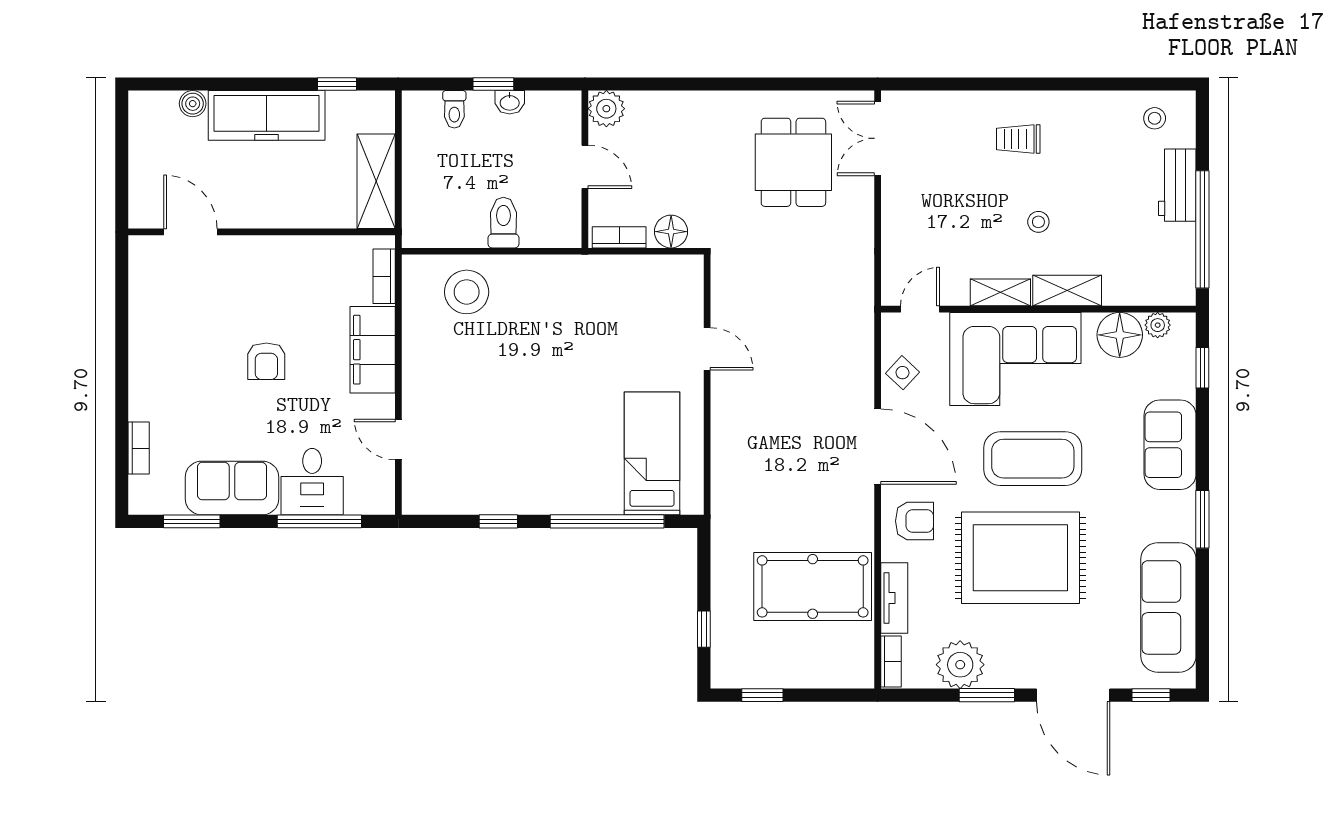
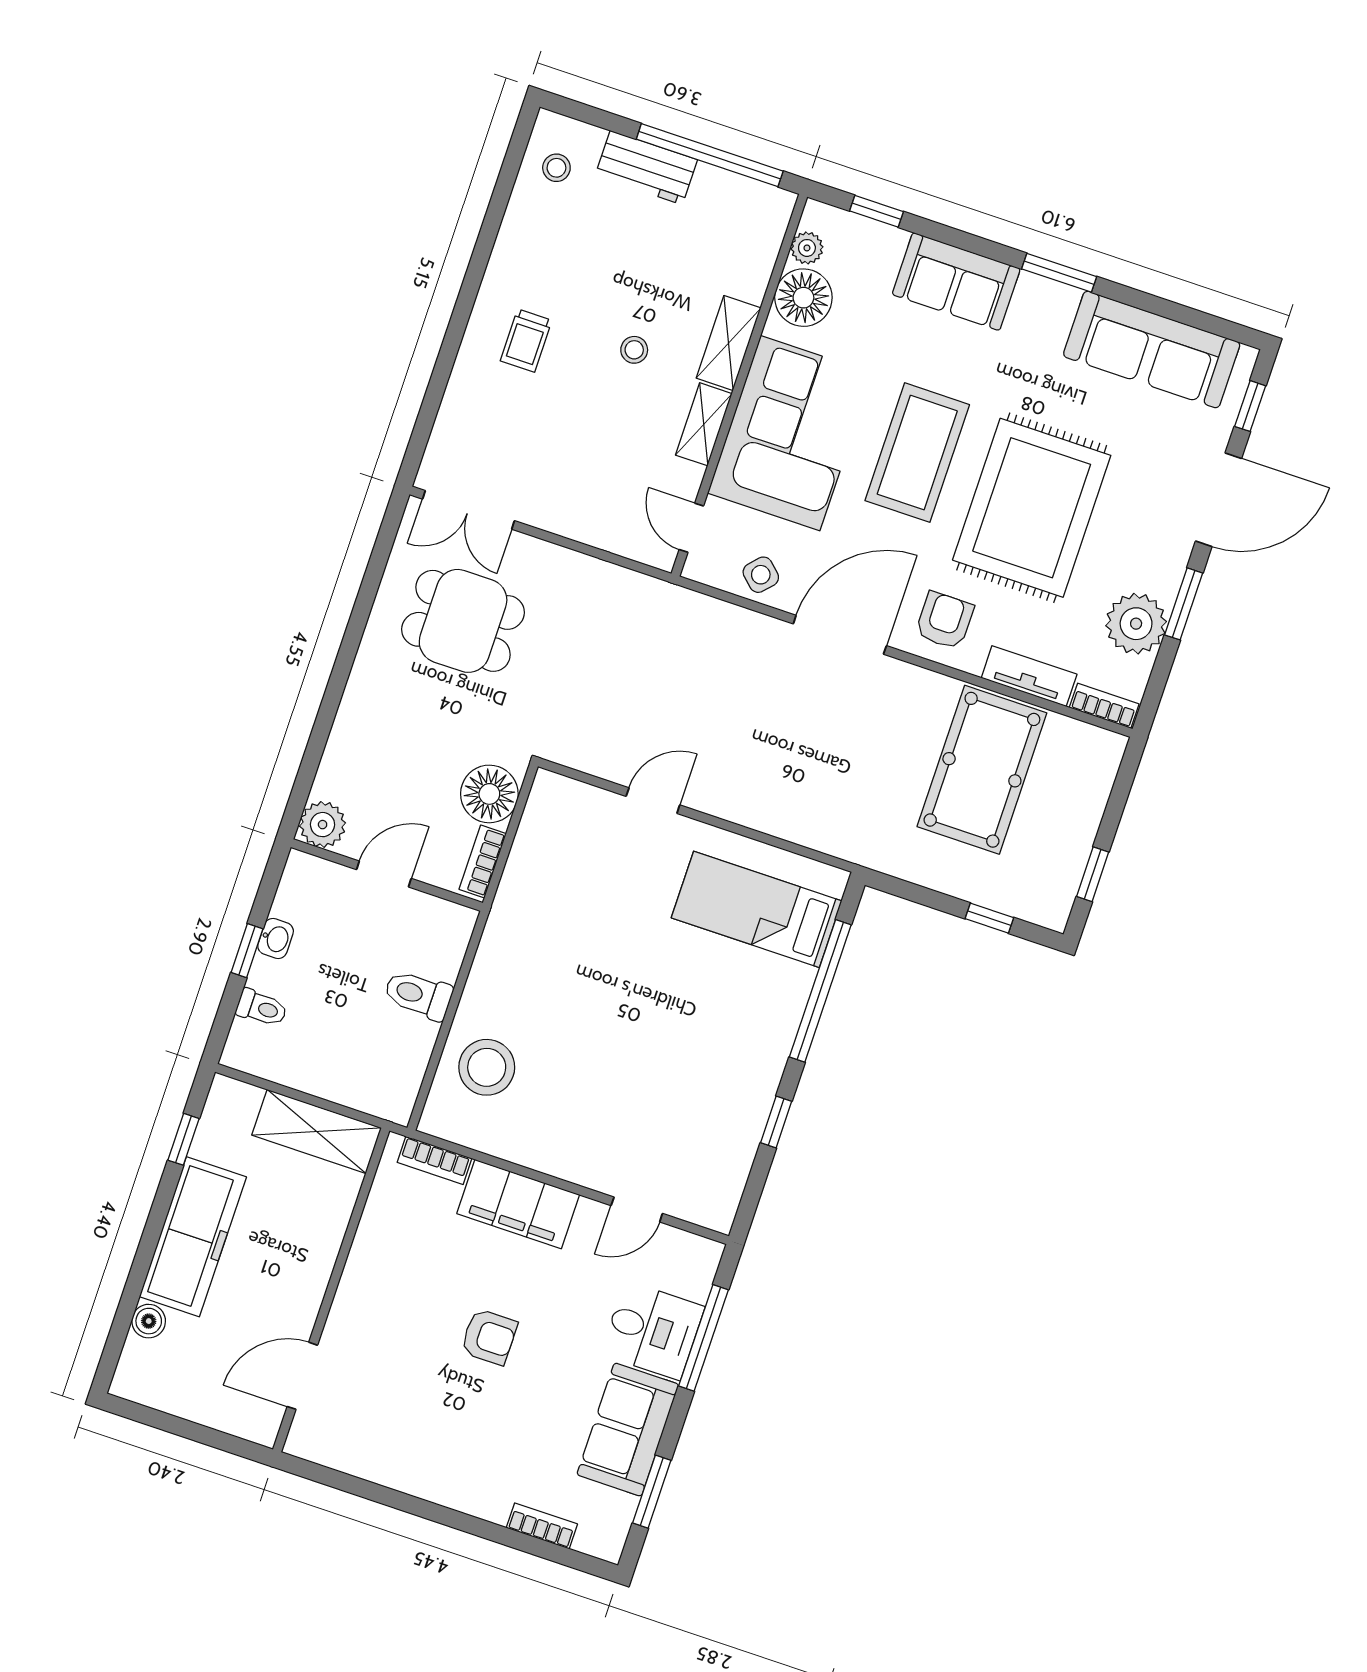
floor lamp: (671, 232) -> (489, 794), width x1.38, depth x1.38

